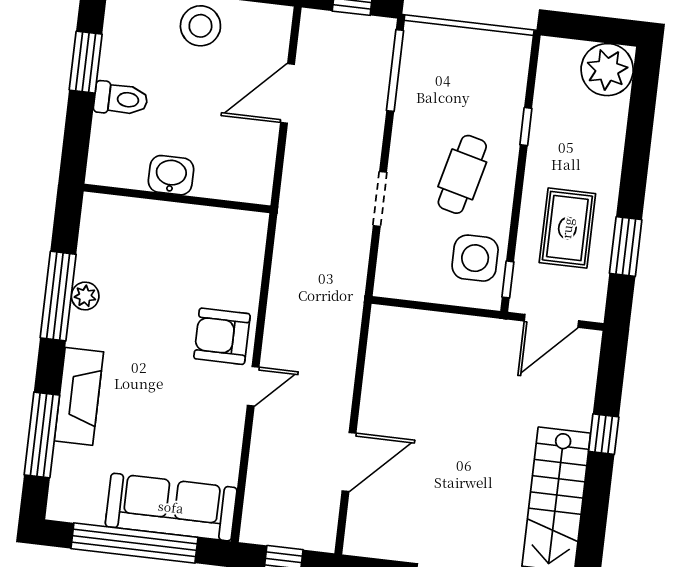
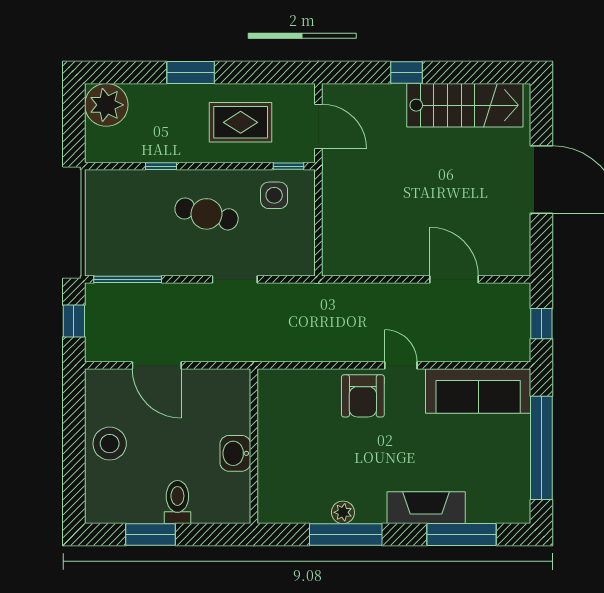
window: (626, 247) -> (191, 73), moved
side table: (475, 258) -> (274, 195), width x0.73, depth x0.73
sofa: (171, 507) -> (478, 391), moved, turned -90

